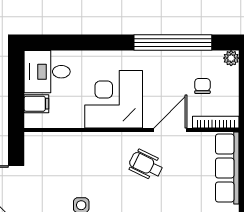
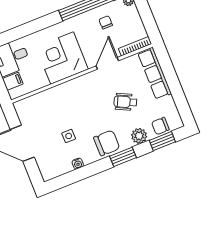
chair: (202, 86) -> (106, 22), moved
wheelchair: (146, 165) -> (125, 102), moved

